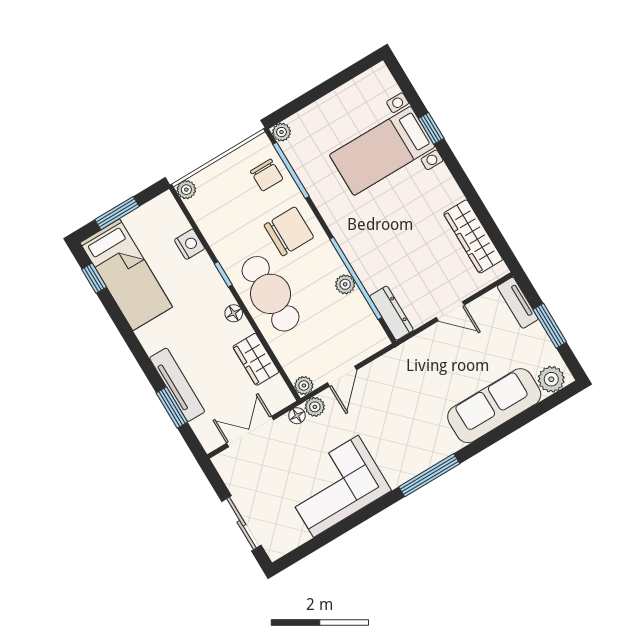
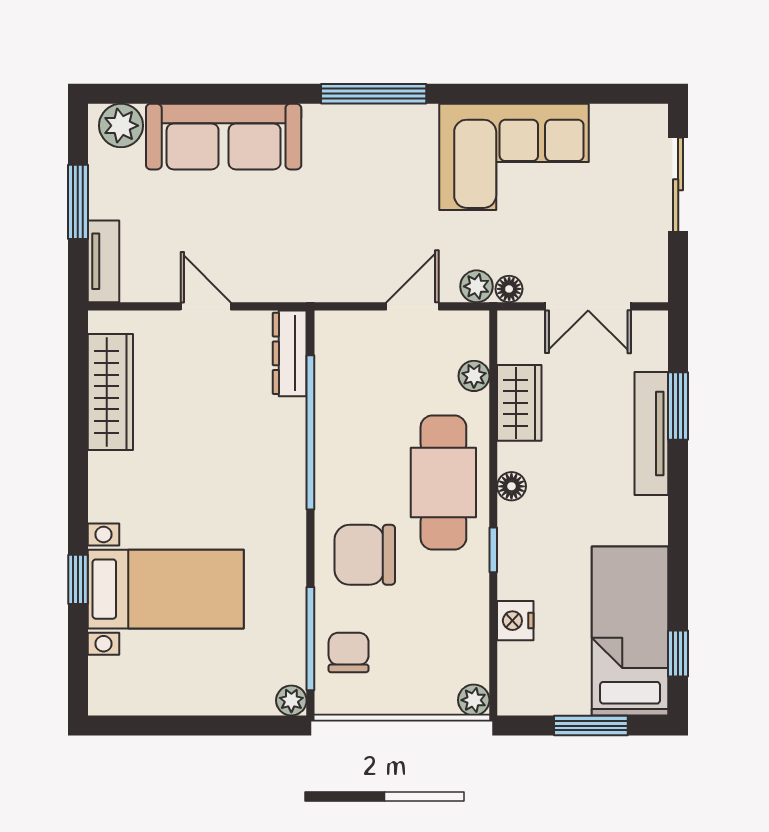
plant: (345, 284) -> (331, 433), removed
plant: (304, 385) -> (474, 376), moved

